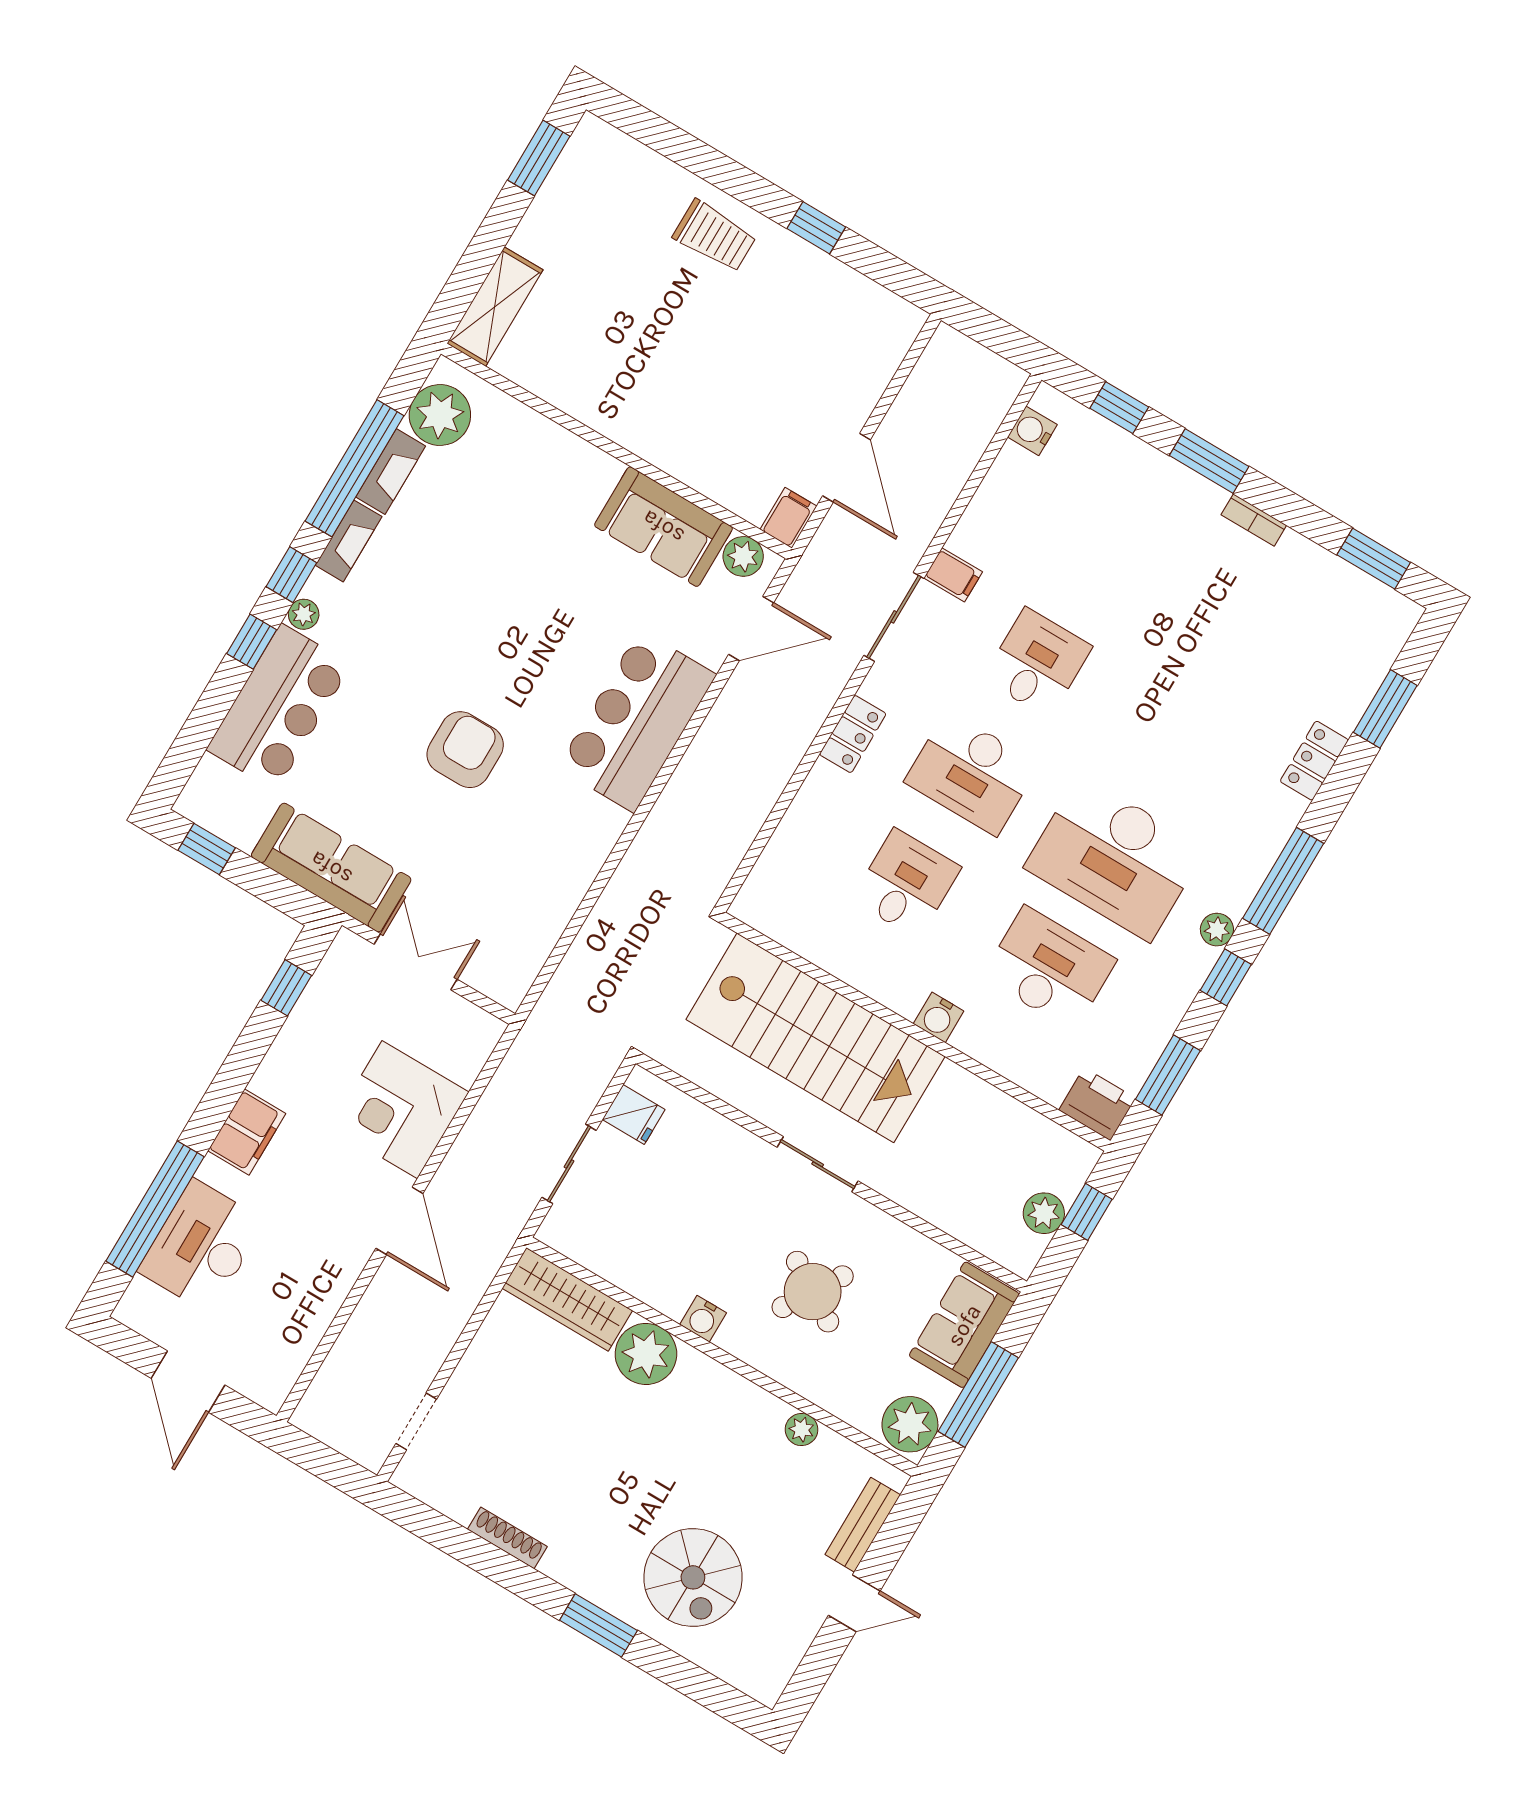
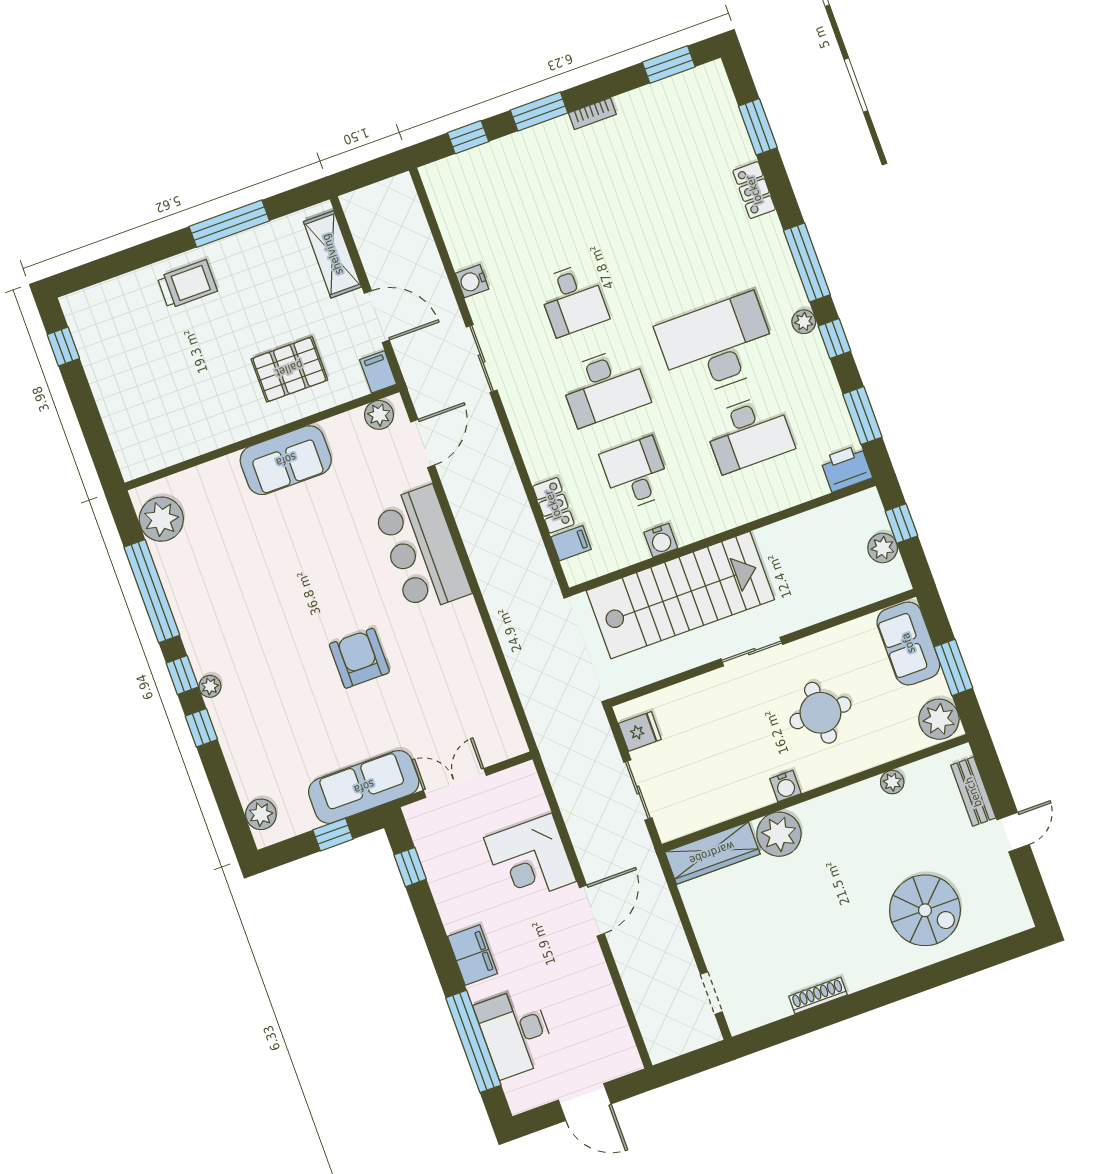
window: (539, 158) -> (63, 346), width x0.67
window: (816, 228) -> (229, 224), width x2.17
shelving: (495, 307) -> (332, 254), moved
pallet: (713, 421) -> (289, 369), added
water cooler: (1032, 431) -> (472, 281), moved
fireplace: (391, 471) -> (170, 572), removed
sofa: (663, 527) -> (286, 460), moved
fireplace: (349, 541) -> (190, 628), removed
filing cabinet: (953, 575) -> (571, 543), moved
desk: (1037, 663) -> (573, 300), turned 180
bar counter: (279, 707) -> (250, 743), removed
locker: (853, 734) -> (553, 505), moved
plant: (211, 782) -> (261, 814), added
window: (207, 849) -> (333, 835), moved
desk: (1115, 858) -> (717, 346), turned 180
desk: (1049, 968) -> (749, 433), turned 180
water cooler: (939, 1017) -> (661, 540), moved
door: (399, 1221) -> (592, 911), hinge flipped
round table: (813, 1292) -> (820, 713), turned -32
window: (978, 1394) -> (954, 668), width x0.69
window: (598, 1625) -> (908, 985), removed

